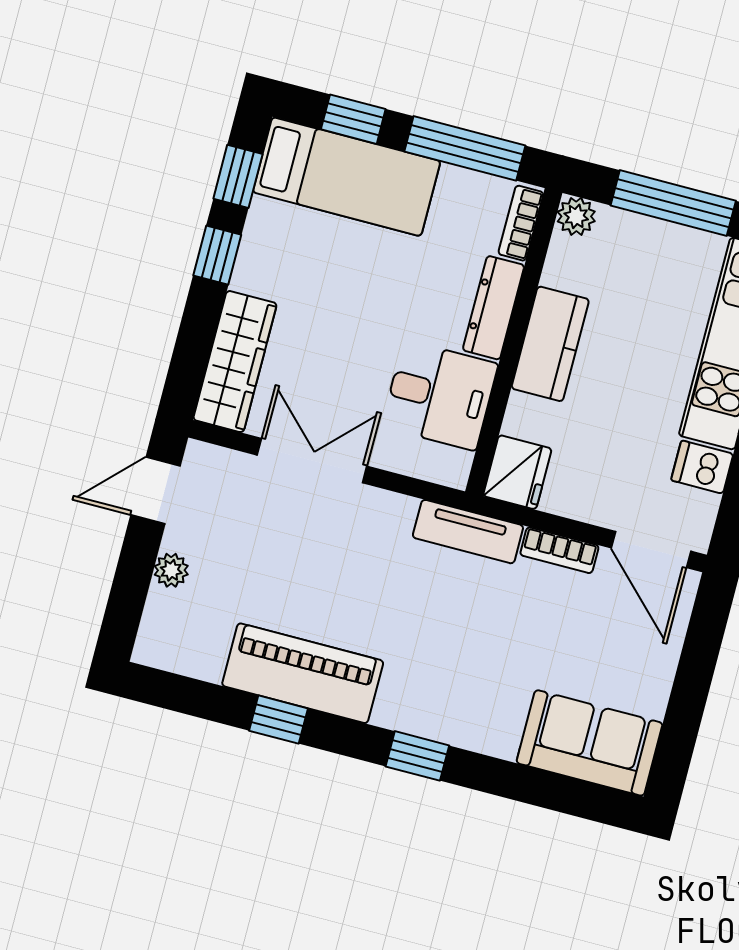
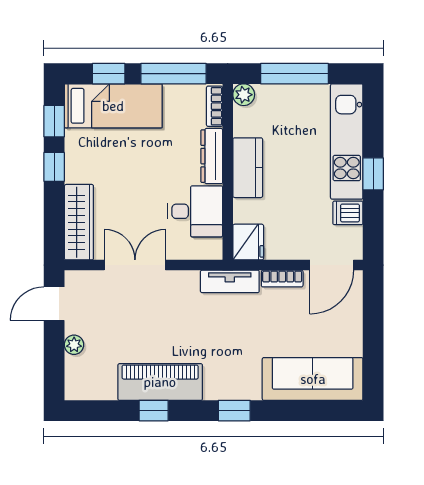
door: (651, 550) -> (332, 265), hinge flipped
sofa: (589, 743) -> (313, 379), width x1.36

